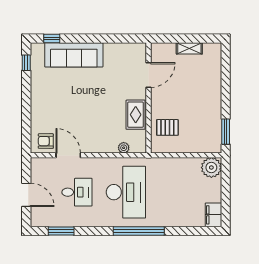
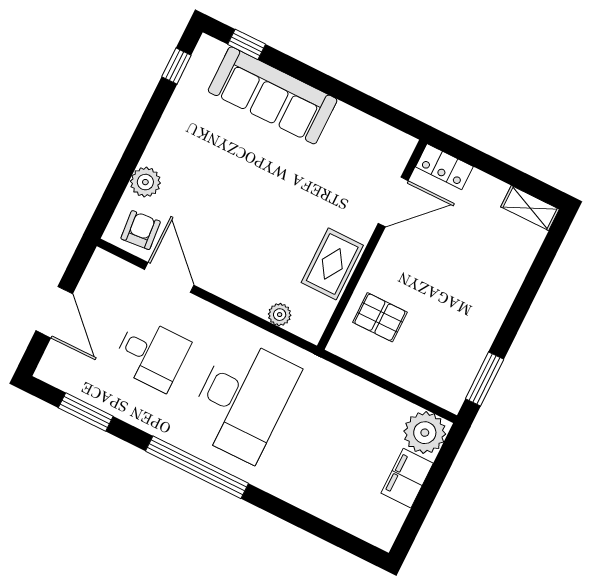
shelving: (189, 48) -> (530, 208), moved
locker: (163, 49) -> (444, 167), added
plant: (38, 119) -> (145, 182), added
armchair: (46, 141) -> (141, 230), turned 85
filing cabinet: (213, 215) -> (407, 478), moved
window: (139, 231) -> (197, 467), moved

